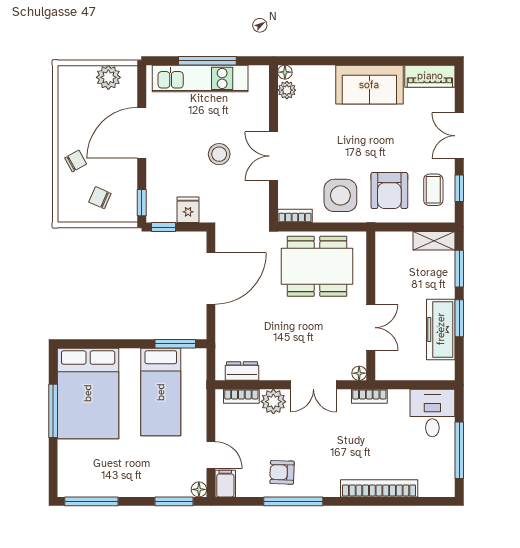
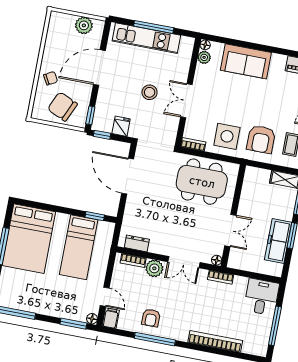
sofa: (369, 85) -> (246, 61), moved
chair: (100, 198) -> (62, 107), width x1.87, depth x1.87
door: (211, 278) -> (128, 176), swing flipped
window: (175, 344) -> (95, 216), width x0.67
armchair: (282, 472) -> (151, 318), turned -92

